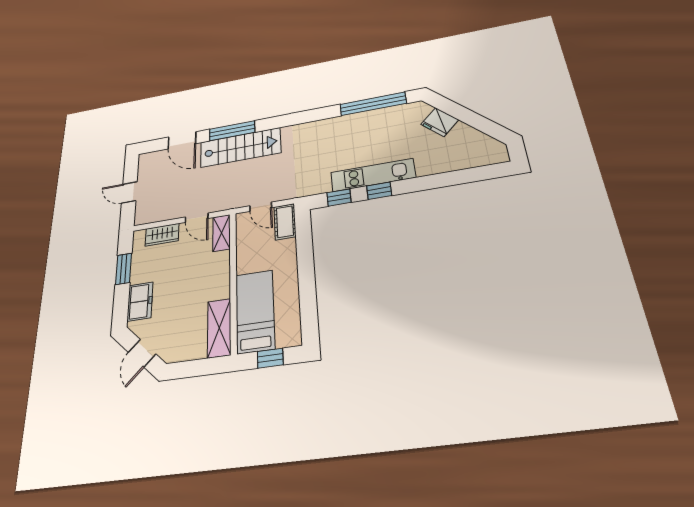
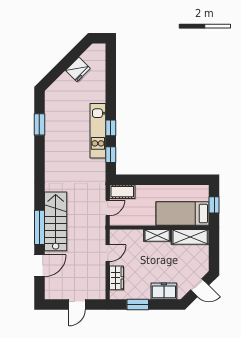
window: (373, 104) -> (39, 124), width x0.47
fridge: (440, 122) -> (78, 69), moved
shelving: (222, 233) -> (157, 235), moved

